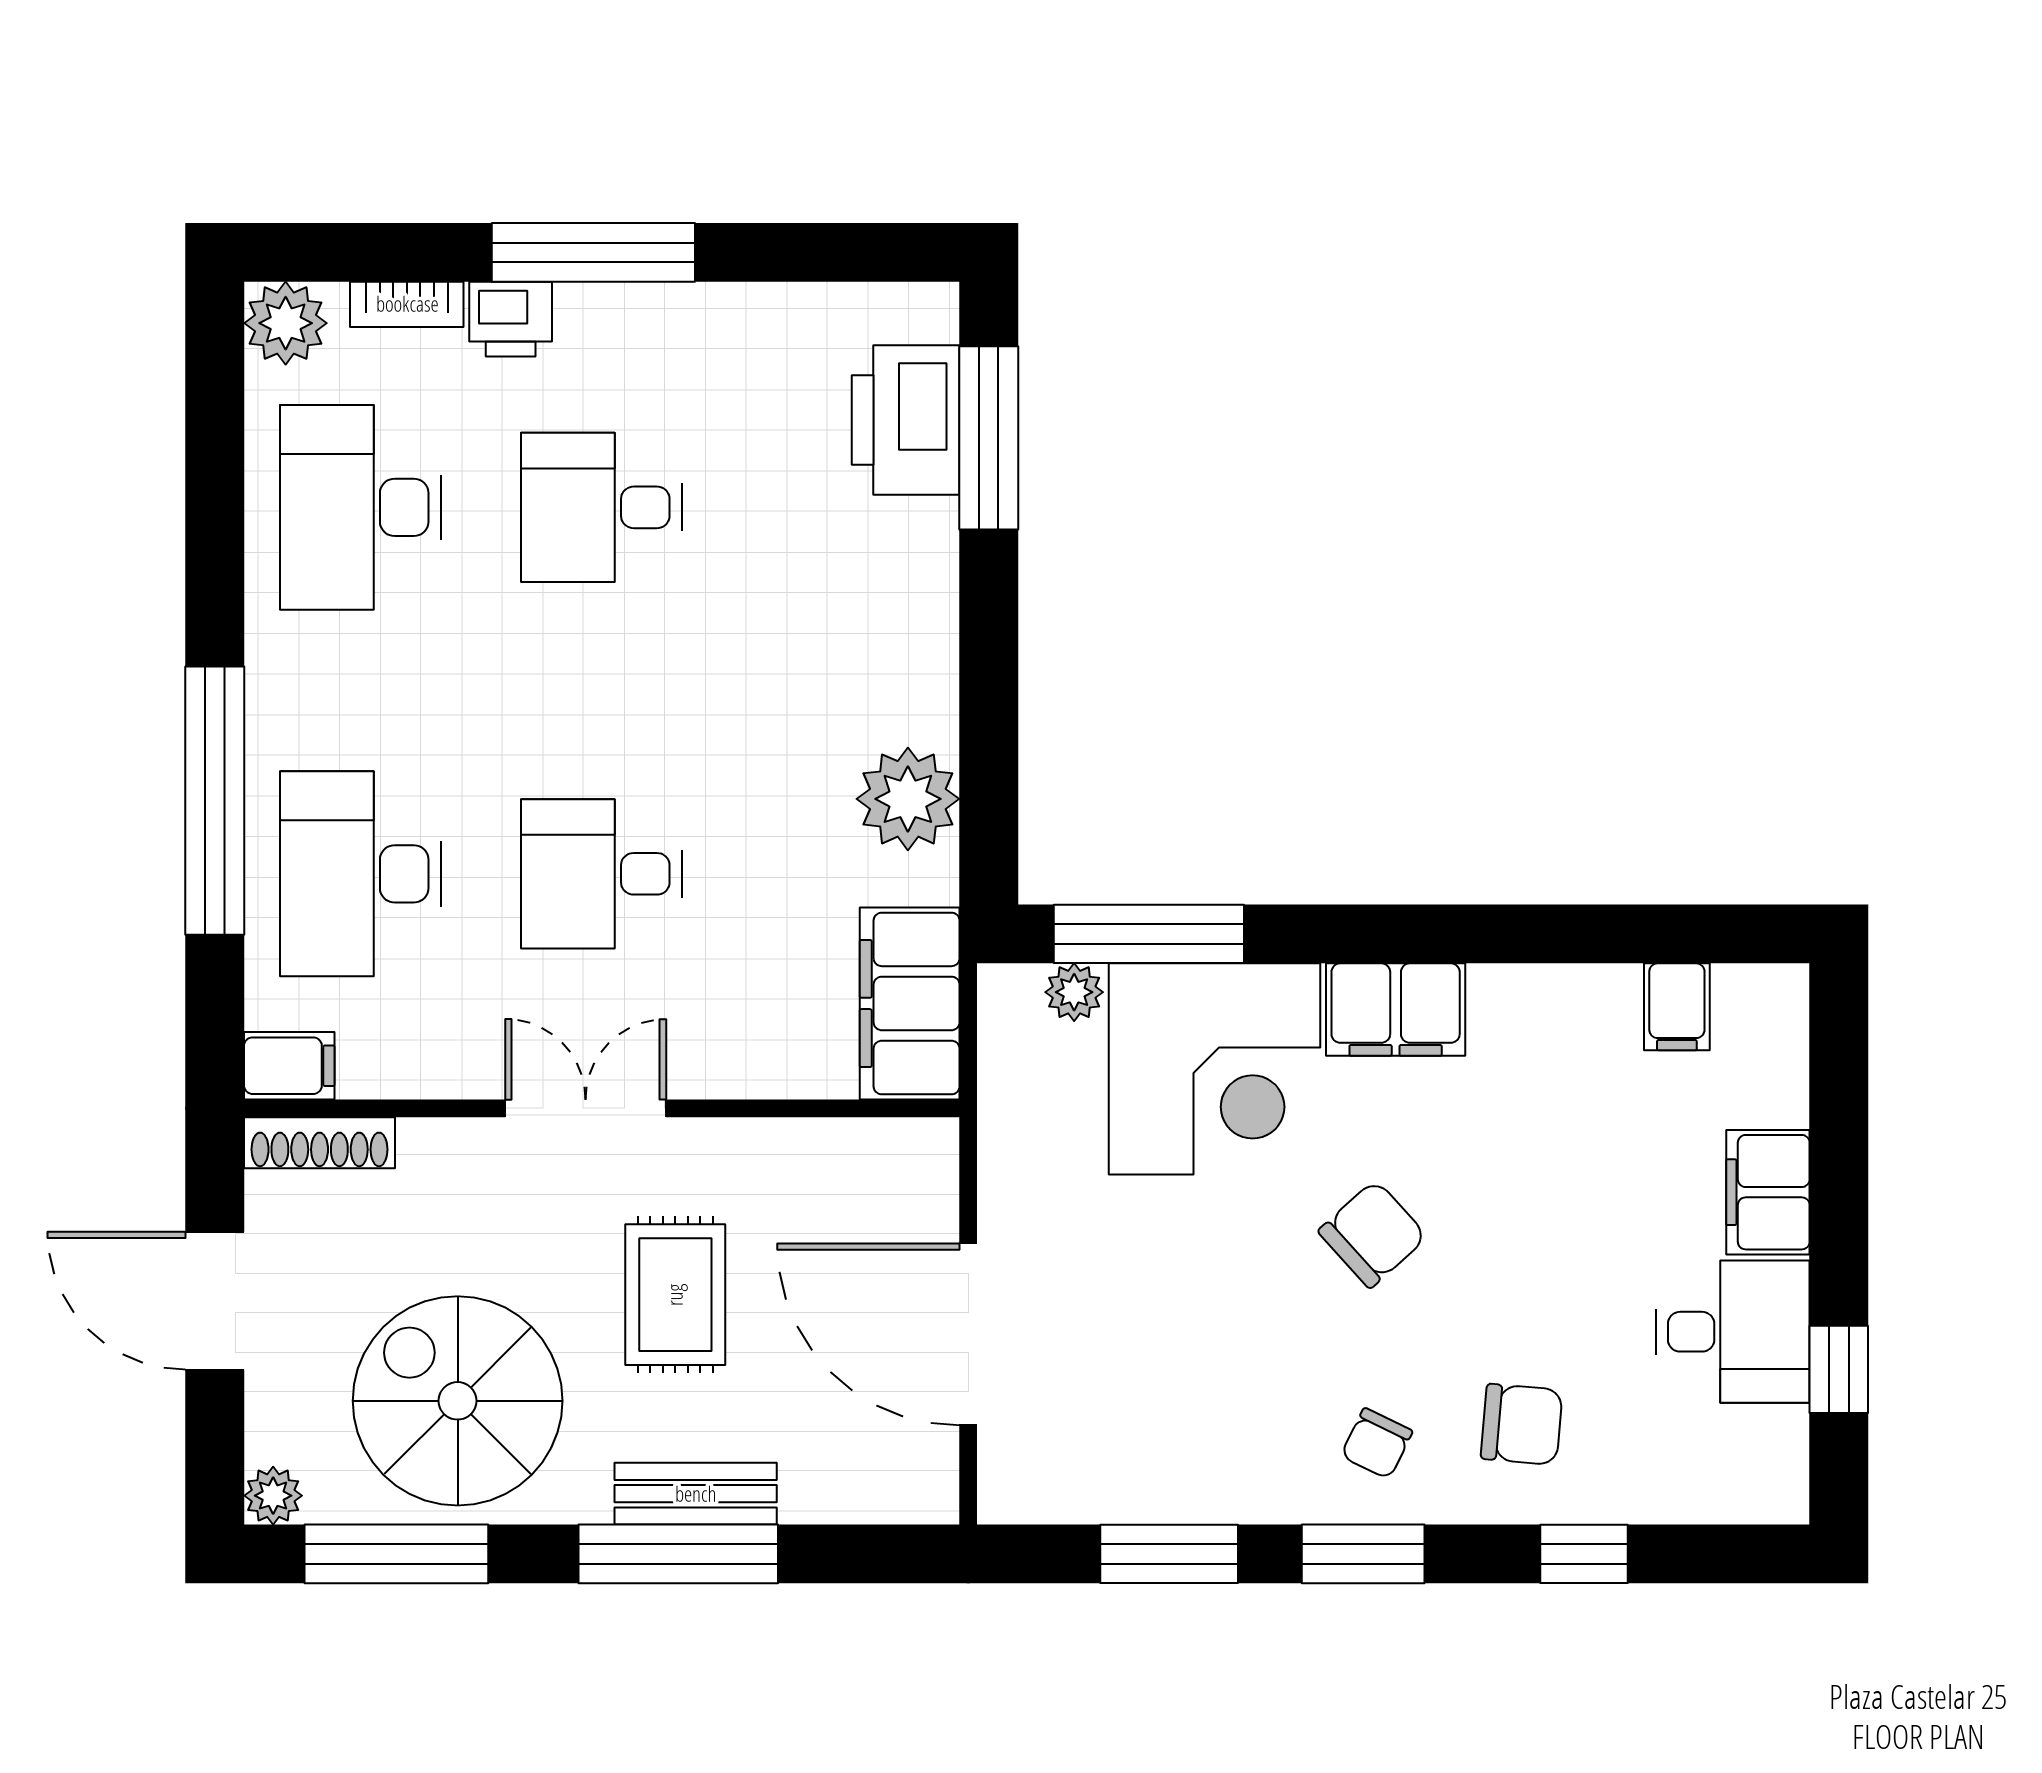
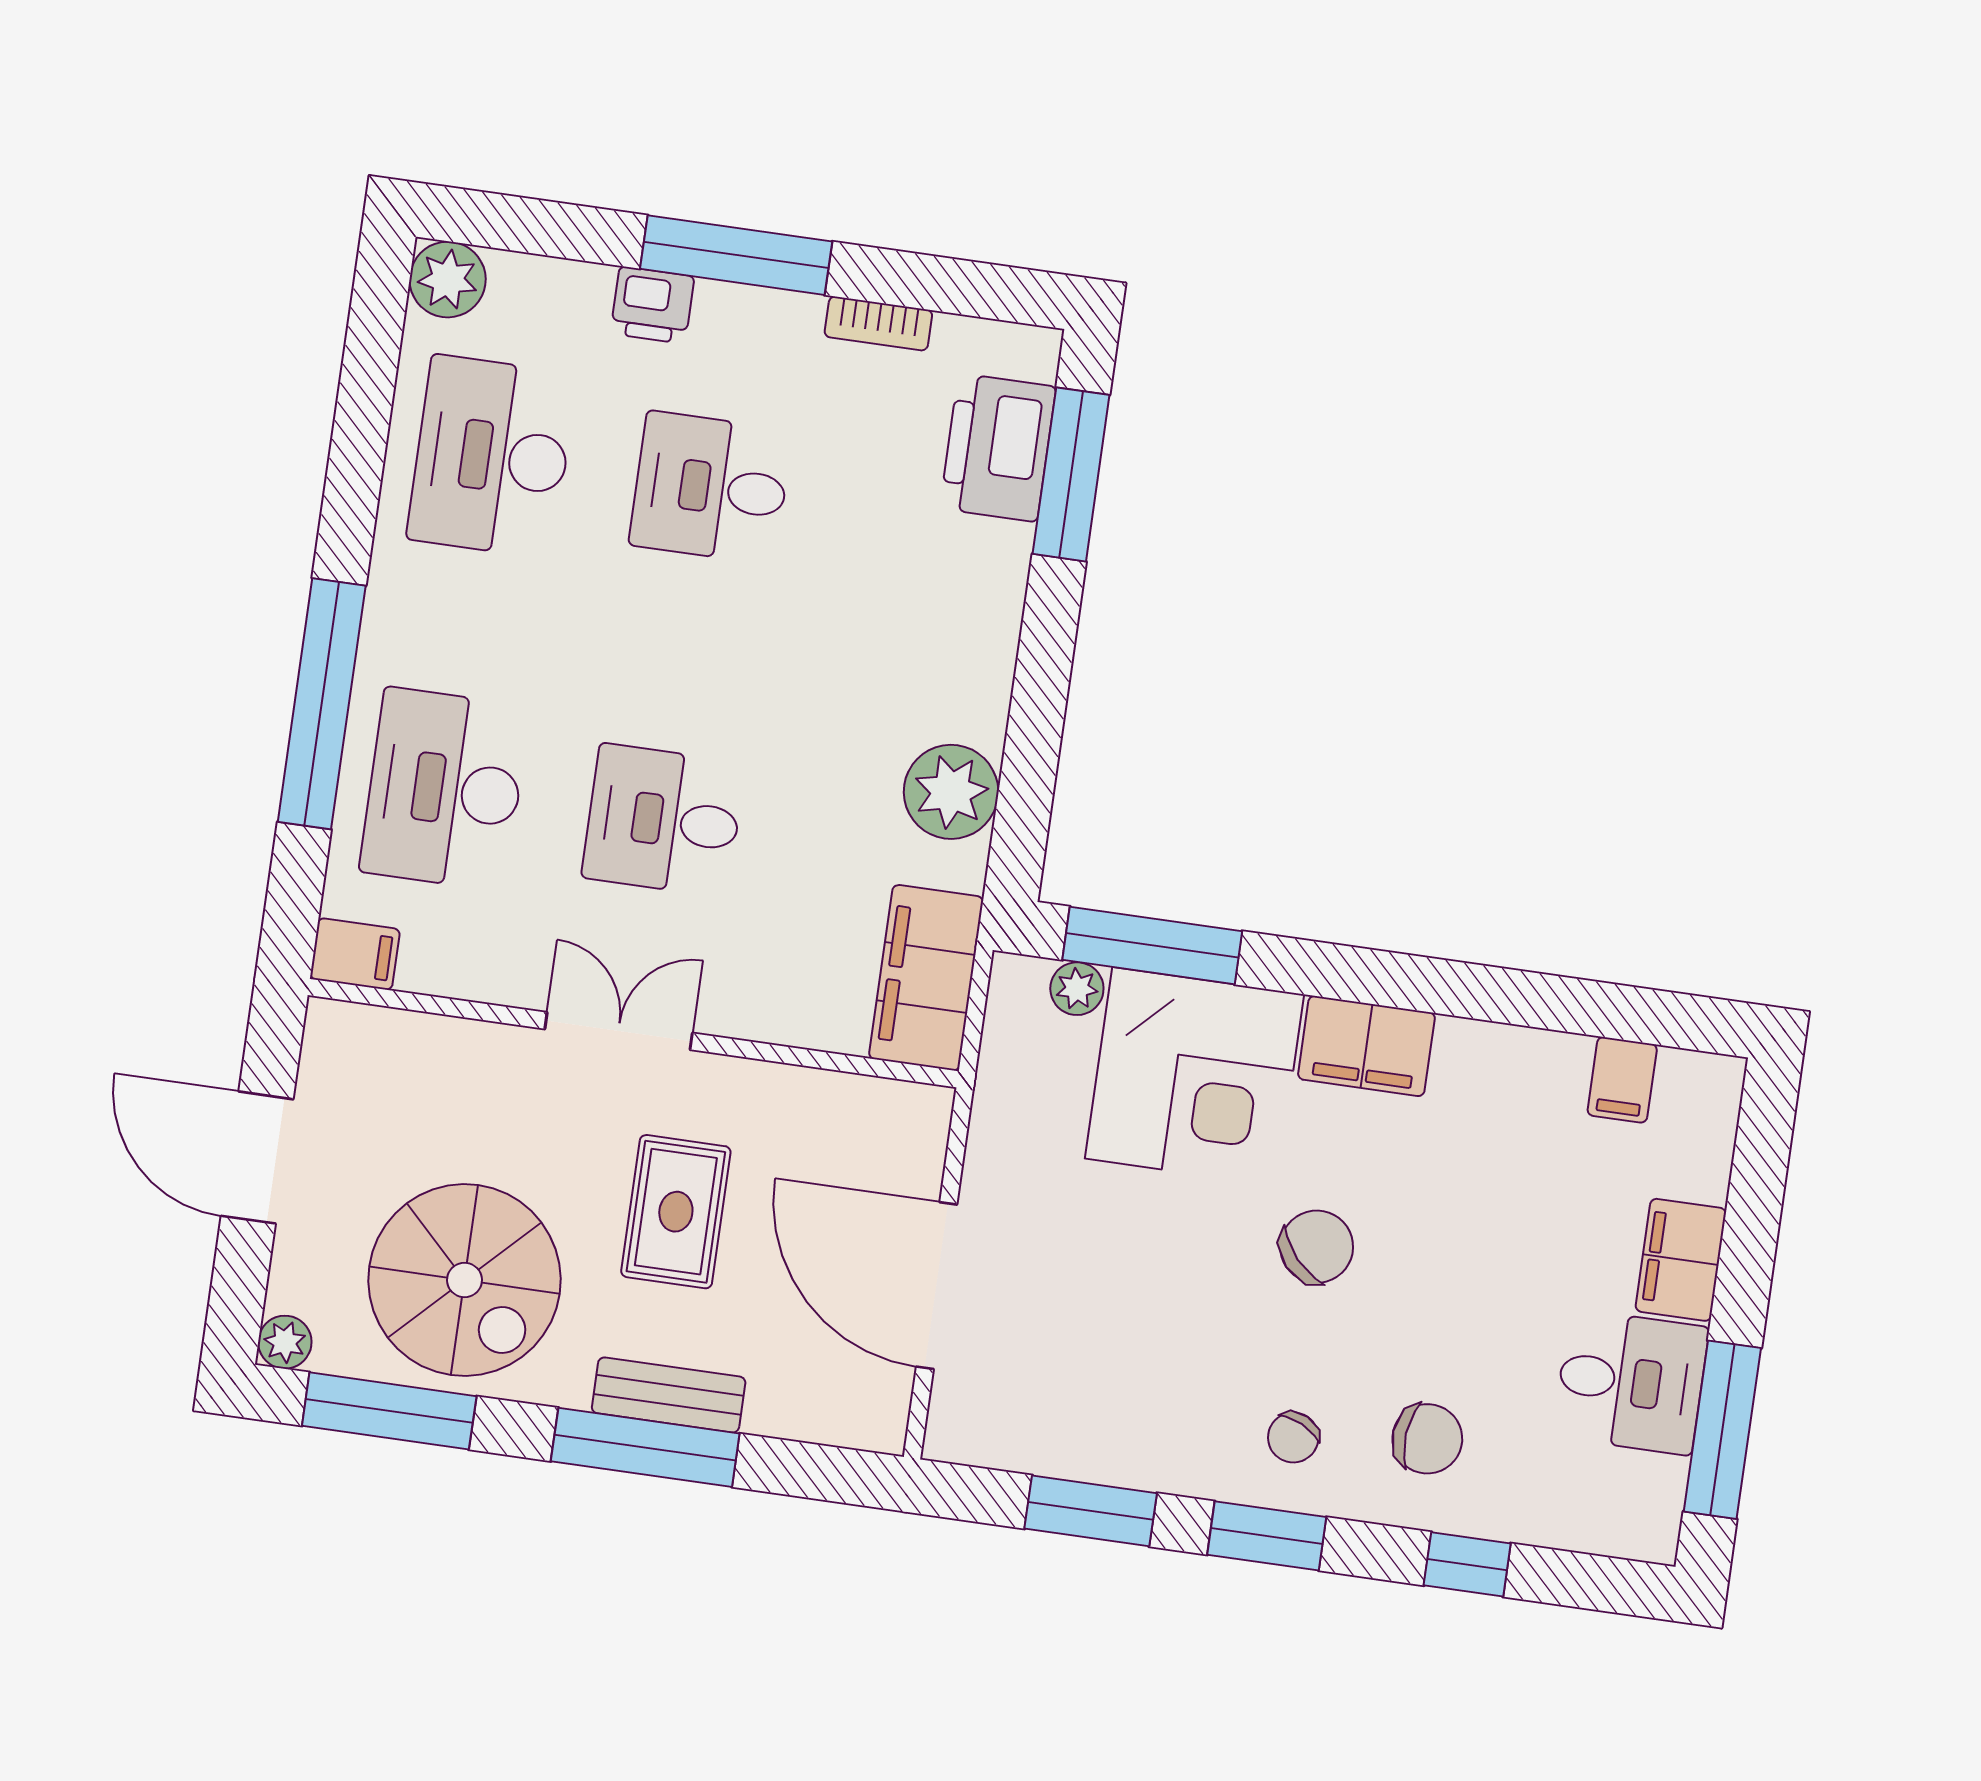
bookcase: (407, 304) -> (878, 323), moved
shoe rack: (320, 1143) -> (373, 1028), removed
window: (1839, 1369) -> (1722, 1430), width x2.17
spiral stairs: (458, 1401) -> (465, 1280), turned 180

